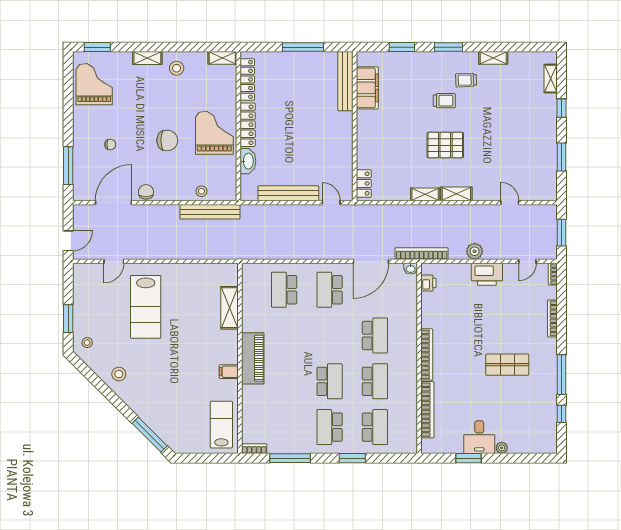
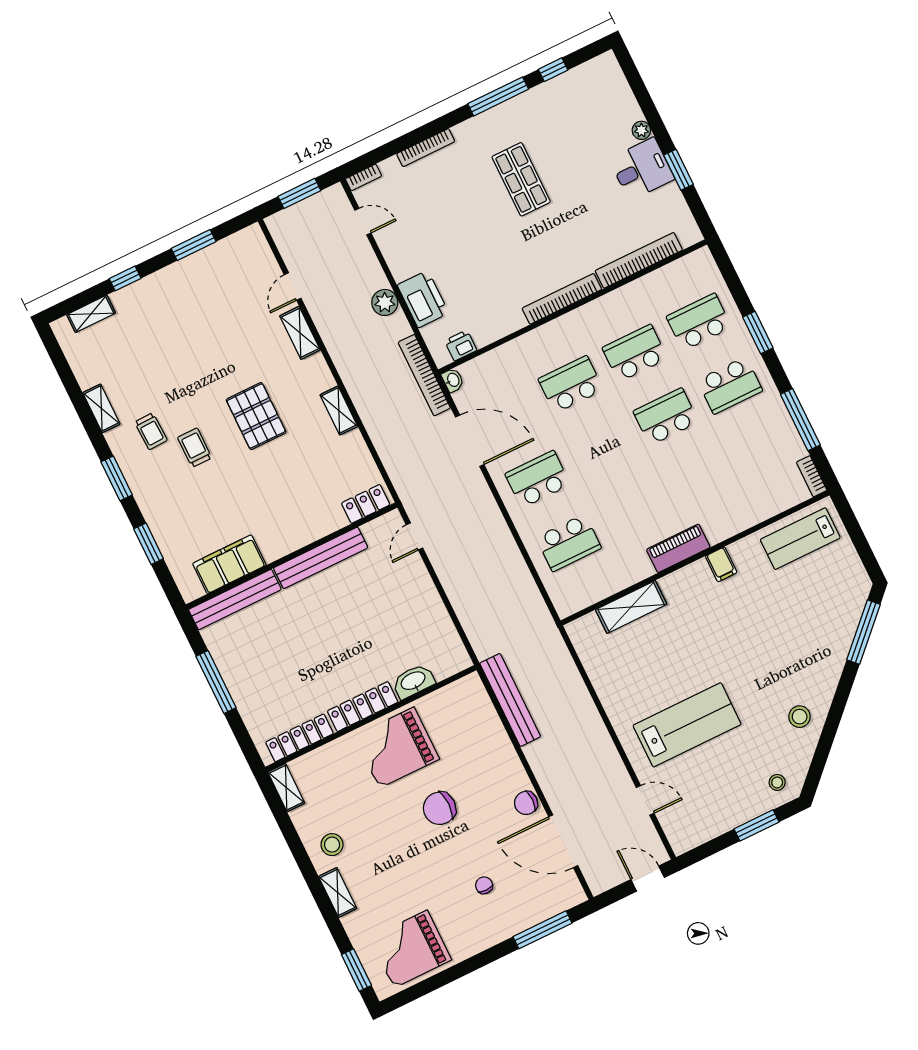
chair: (167, 140) -> (440, 808), turned -90
stool: (201, 191) -> (487, 726), removed
bench: (288, 193) -> (321, 558), moved, turned 90
shelving: (456, 194) -> (300, 333), moved
printer: (487, 274) -> (423, 299), moved
school desk: (330, 290) -> (538, 479), turned 180
piano: (253, 358) -> (678, 548), width x0.73, depth x0.75

